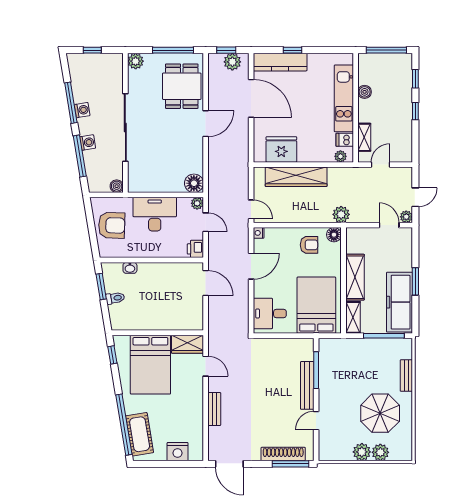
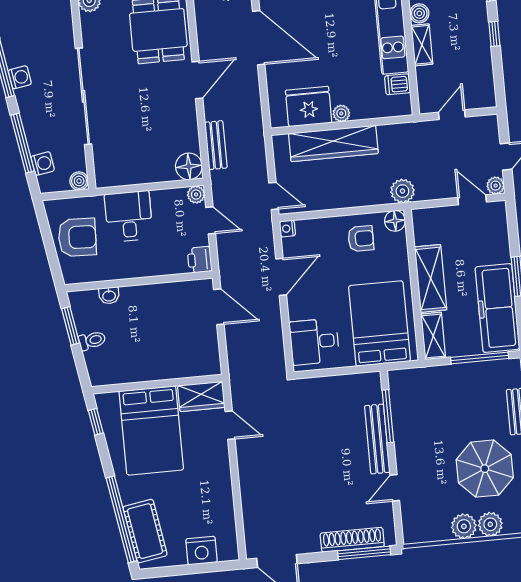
shelving: (364, 137) -> (422, 45), moved
washing machine: (88, 142) -> (43, 164), moved
plant: (340, 156) -> (341, 113), moved
desk: (155, 214) -> (129, 216), width x0.73
bench: (214, 409) -> (216, 145), moved

